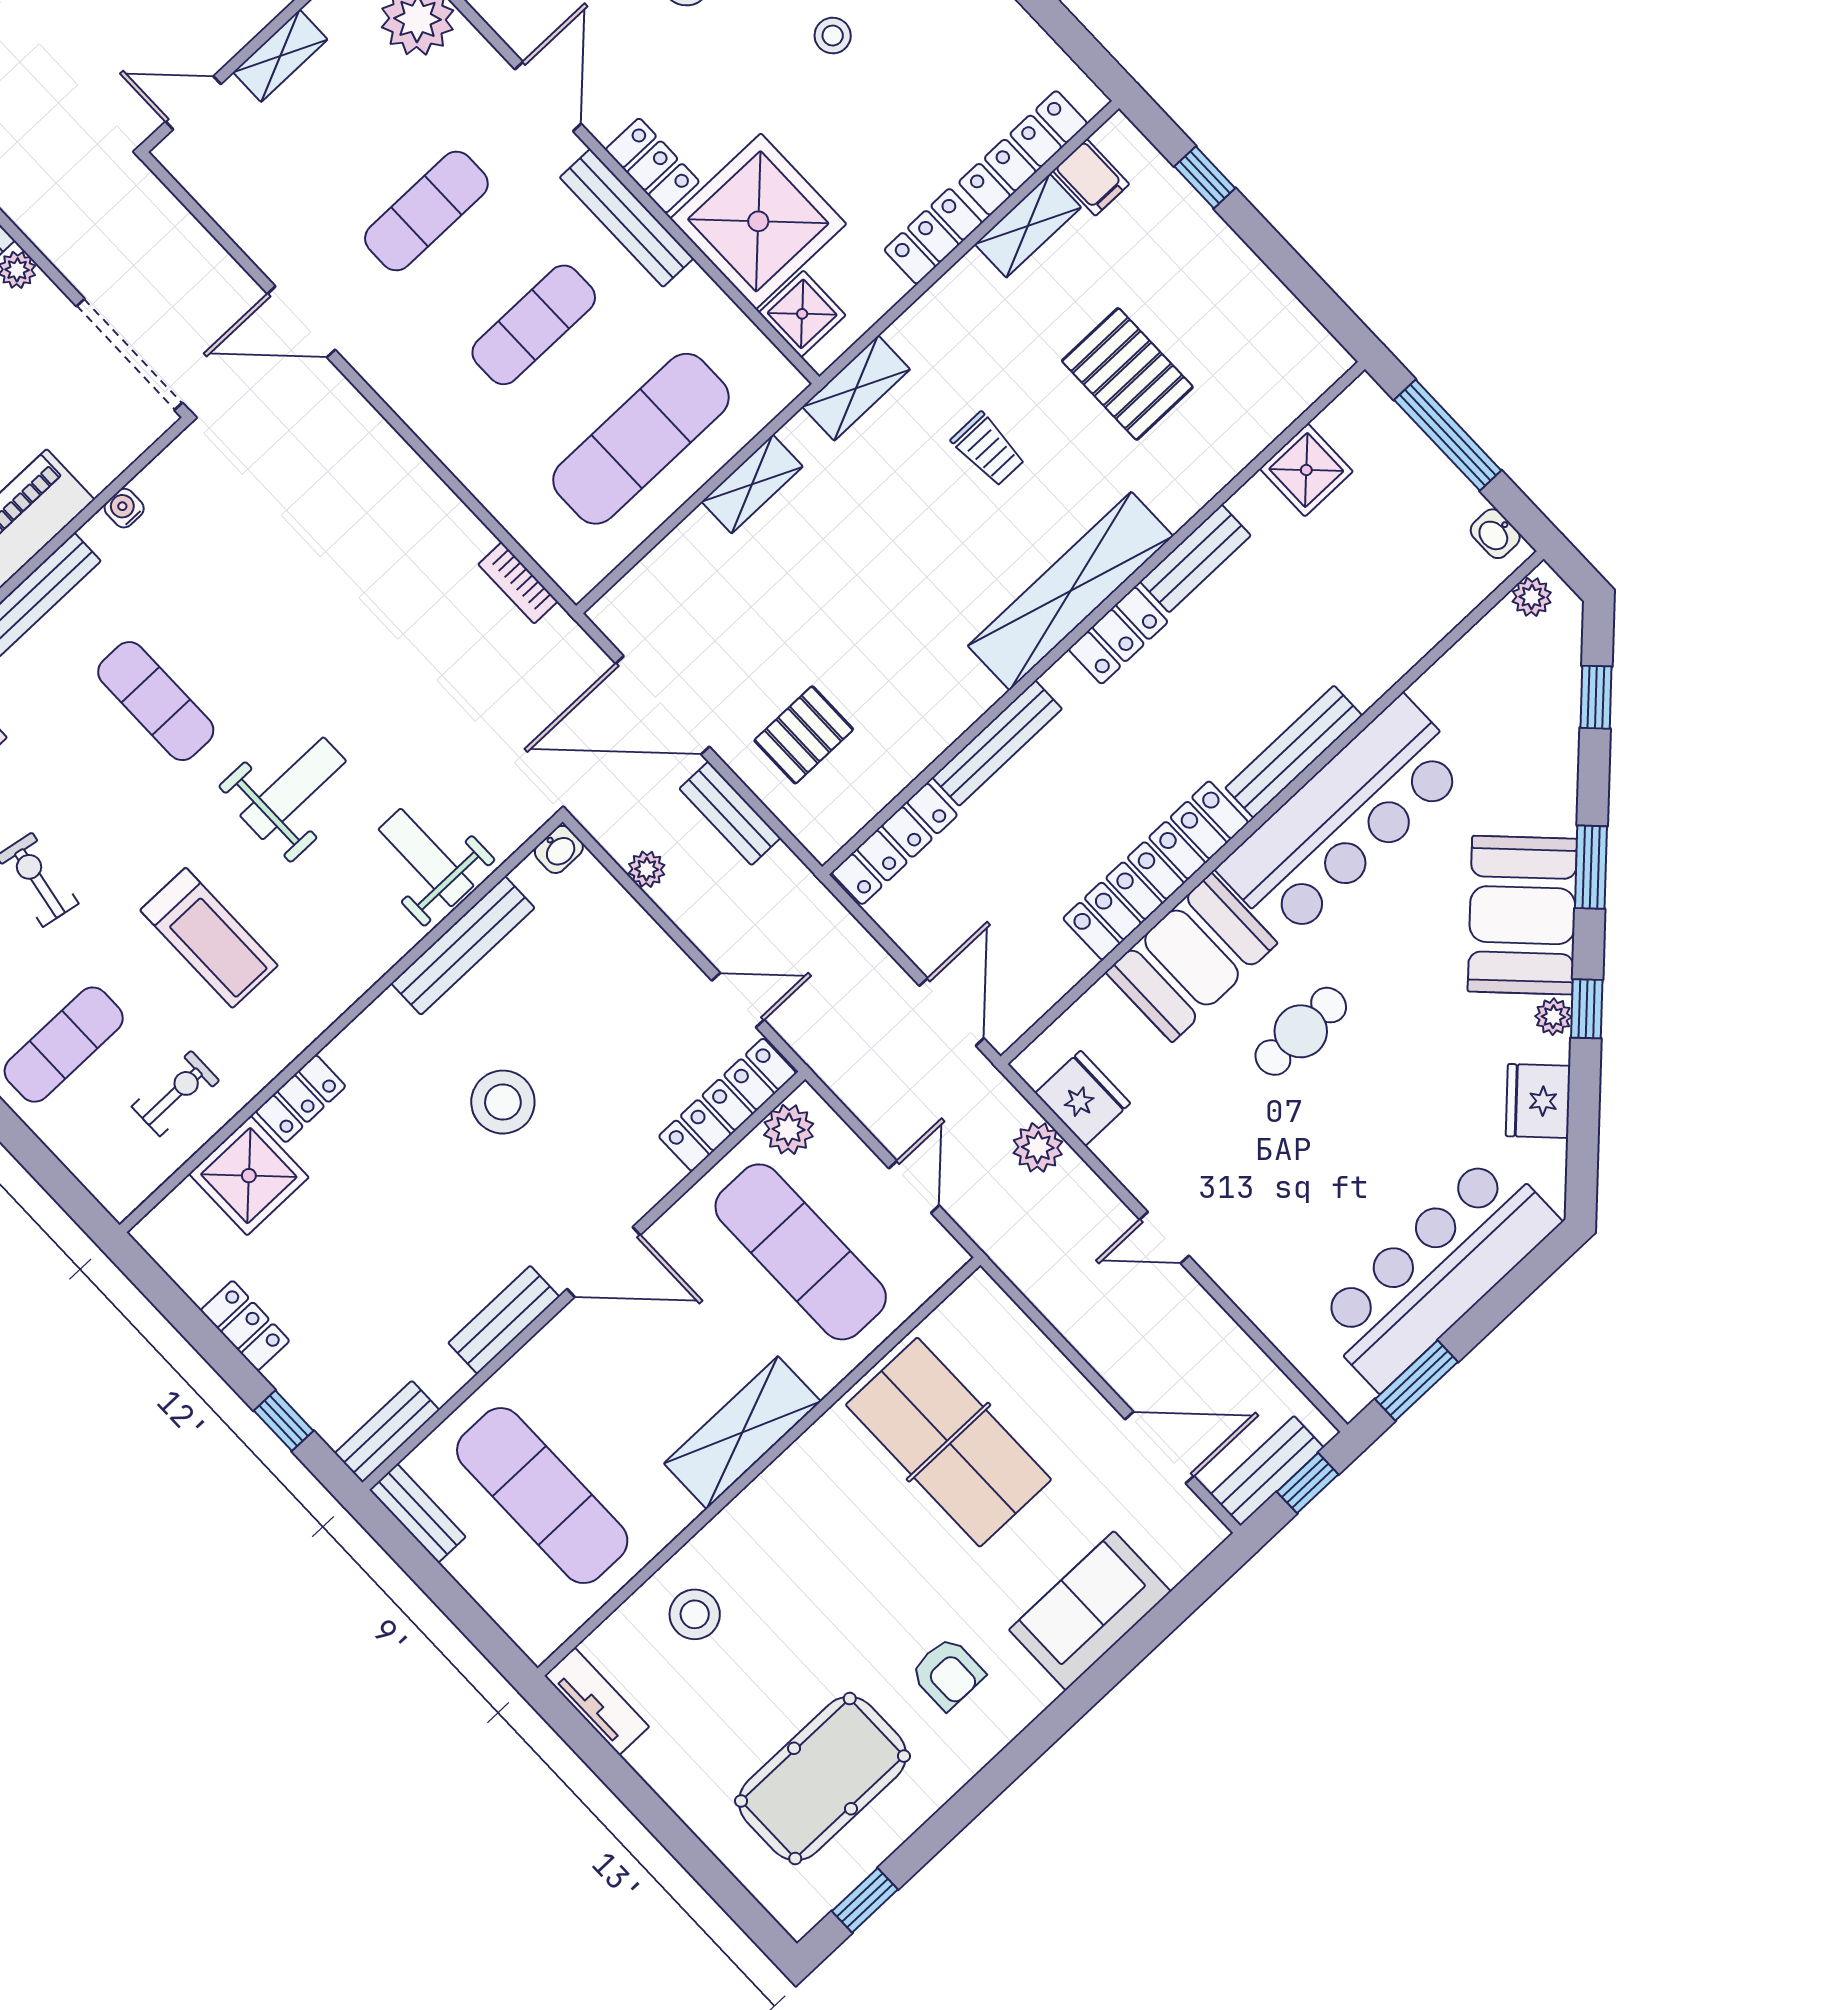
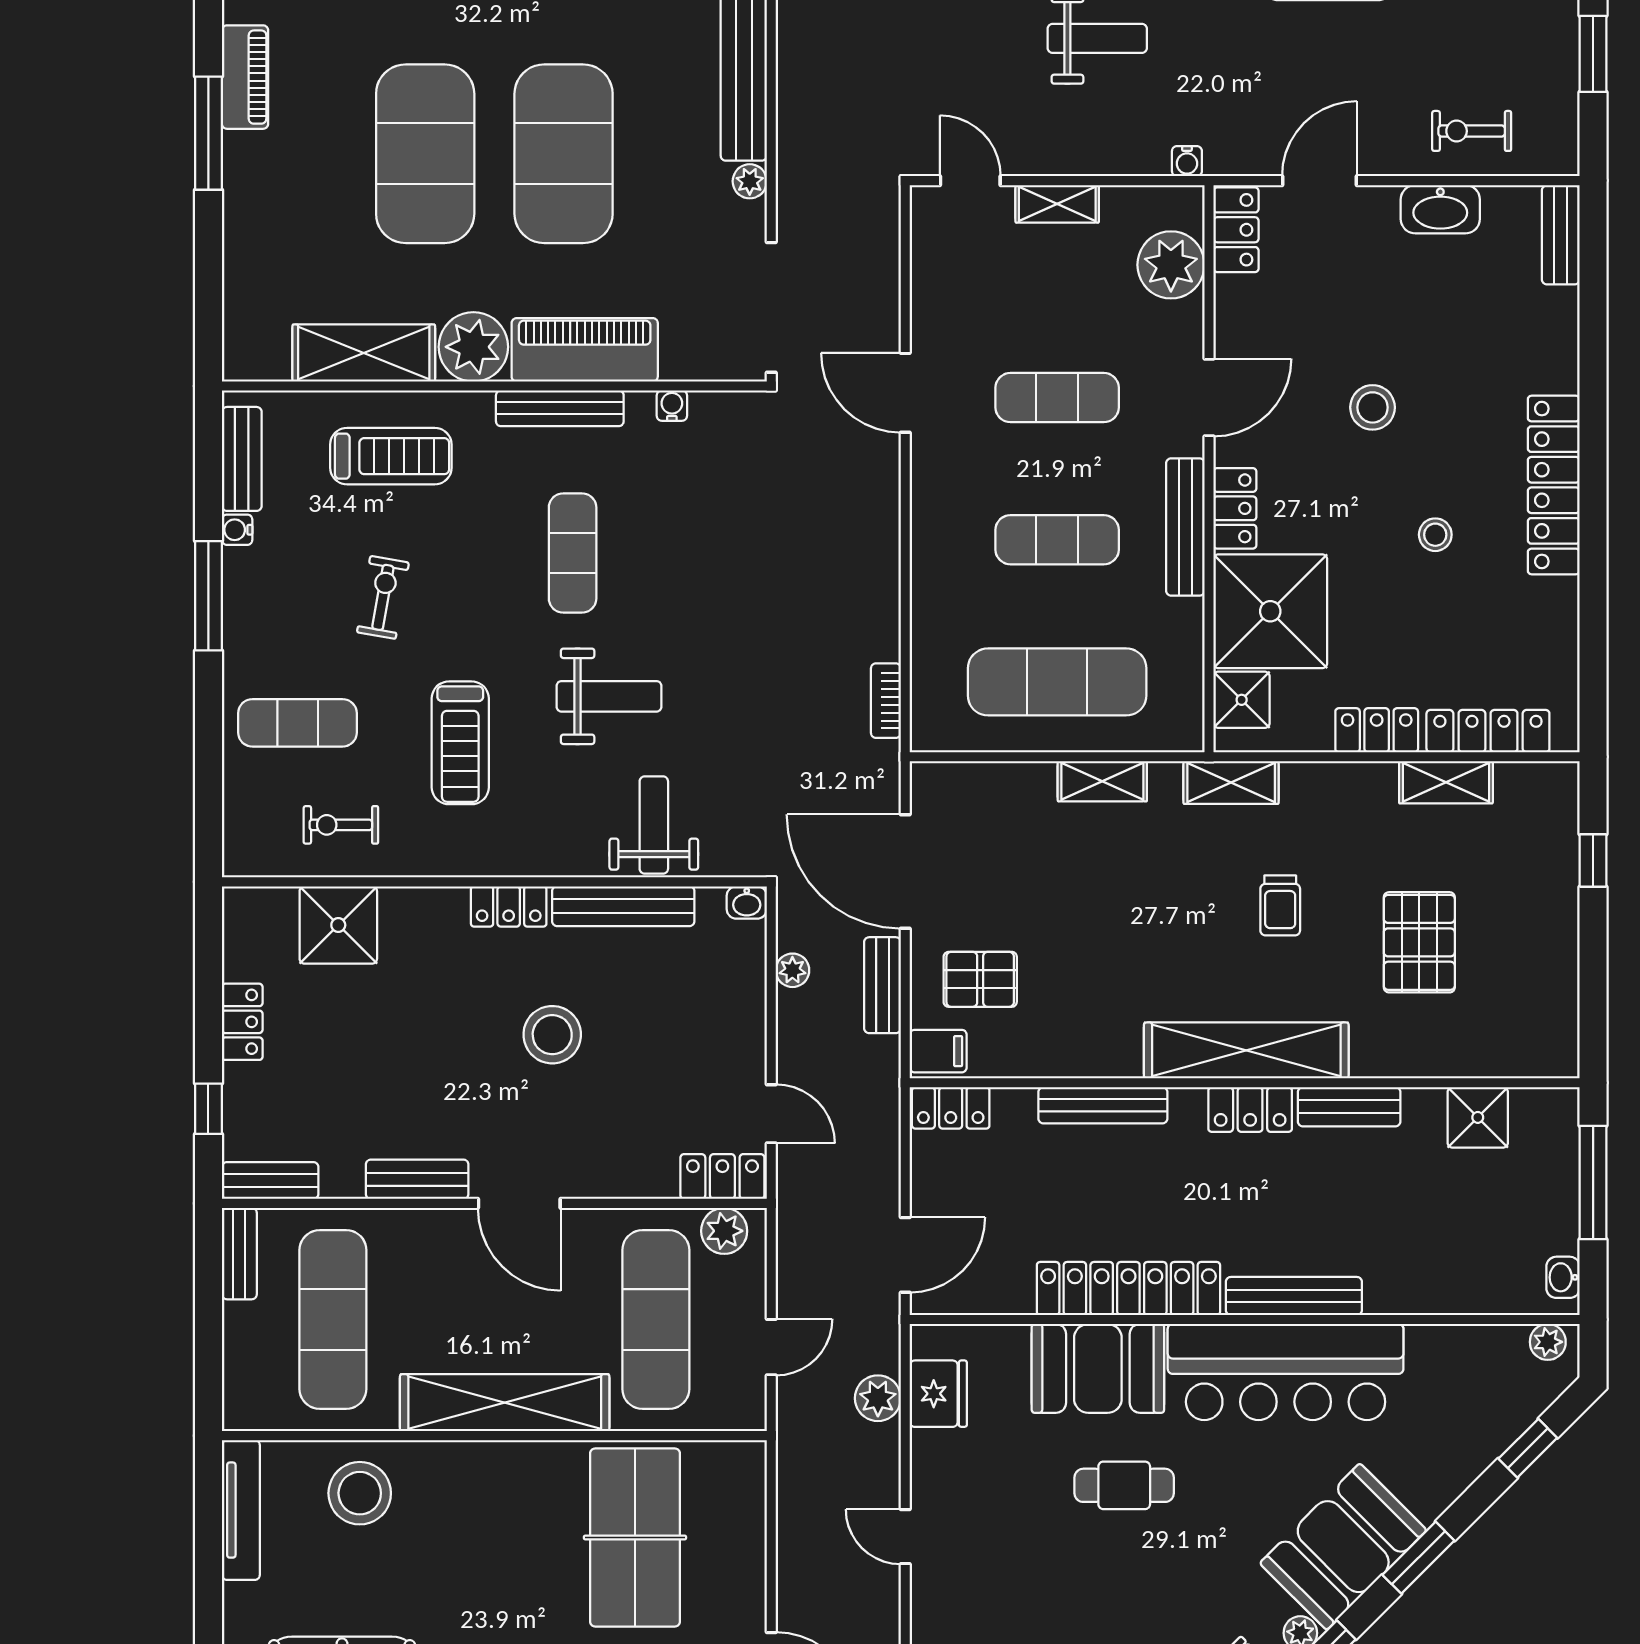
filing cabinet: (1091, 177) -> (938, 1051), moved, turned -90
locker: (894, 844) -> (951, 1108), width x0.66
exercise bike: (175, 1094) -> (341, 825), turned 180
locker: (301, 1099) -> (509, 906), moved
locker: (727, 1105) -> (722, 1176), width x0.66
shelving: (742, 1432) -> (505, 1403), width x1.47
stool: (695, 1614) -> (360, 1493), width x1.38, depth x1.38
tv unit: (597, 1701) -> (241, 1510), width x1.41

